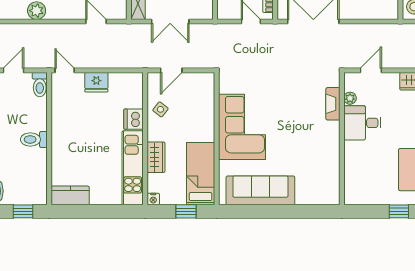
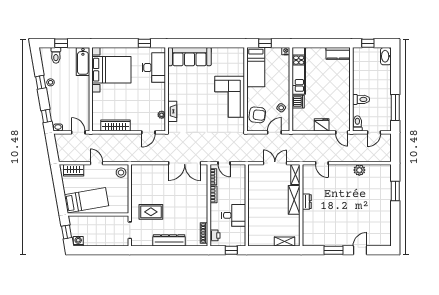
armchair: (198, 98) -> (257, 115), added
desk: (362, 123) -> (154, 68), moved, width x1.37
toilet: (34, 139) -> (361, 99), moved
wardrobe: (156, 157) -> (284, 78), removed
sofa: (260, 190) -> (190, 57), moved
window: (399, 211) -> (144, 43), moved

